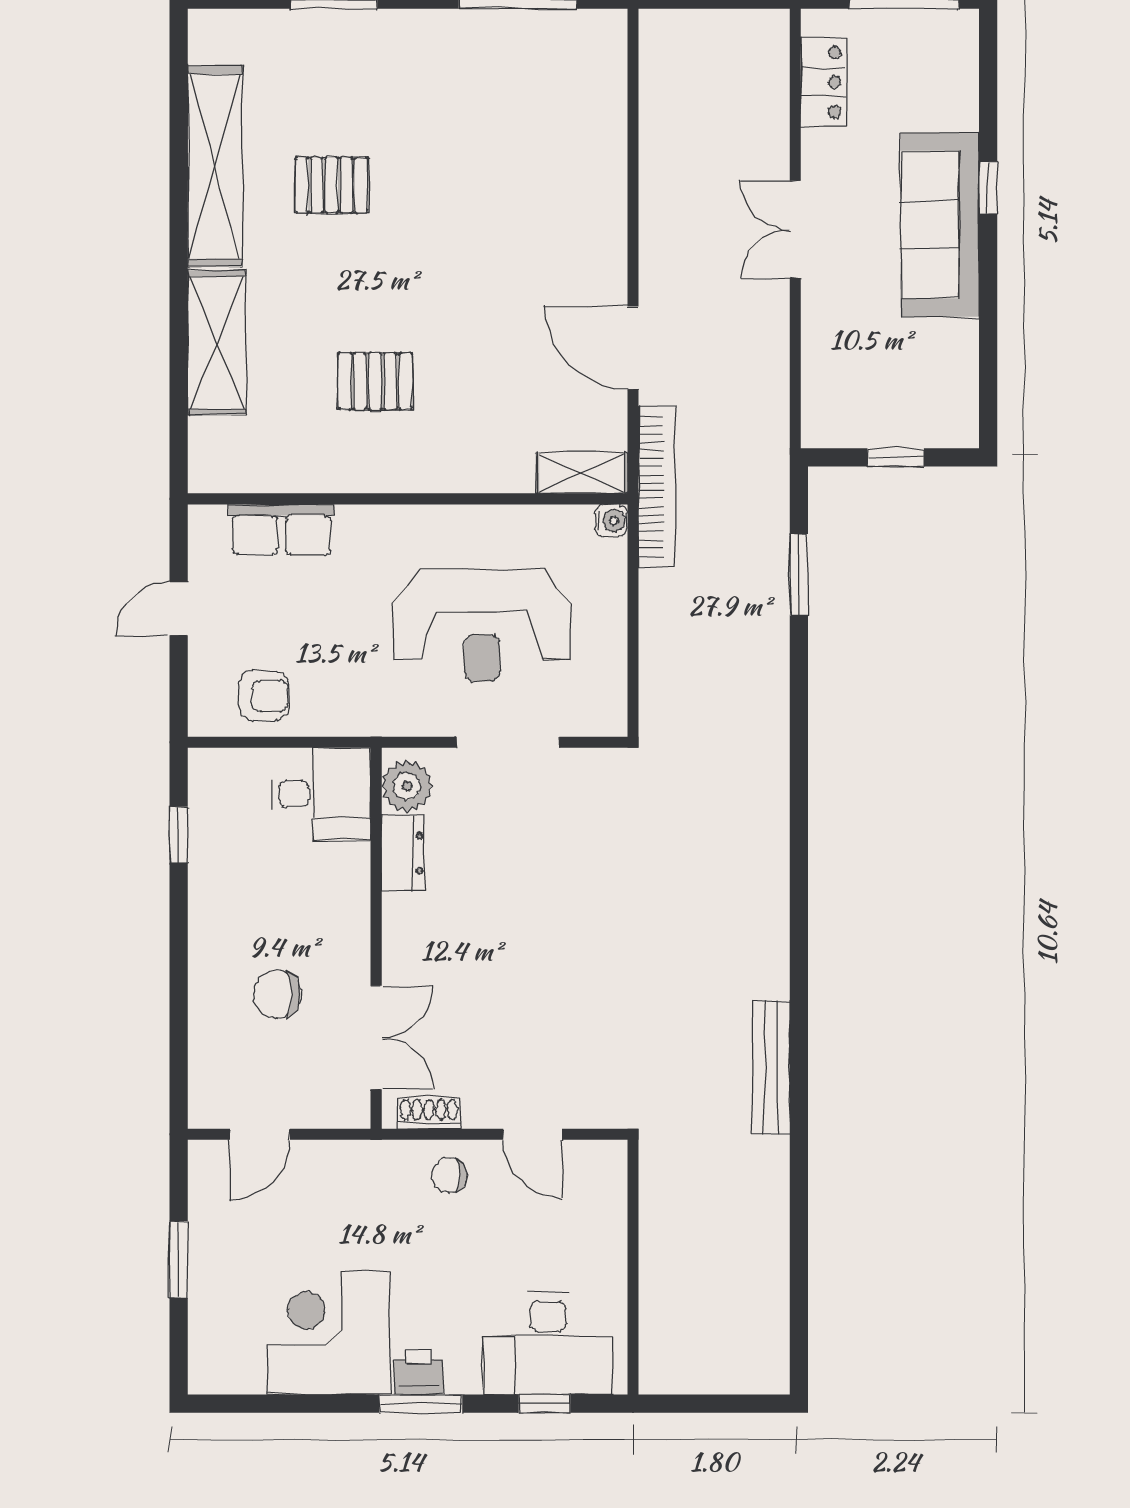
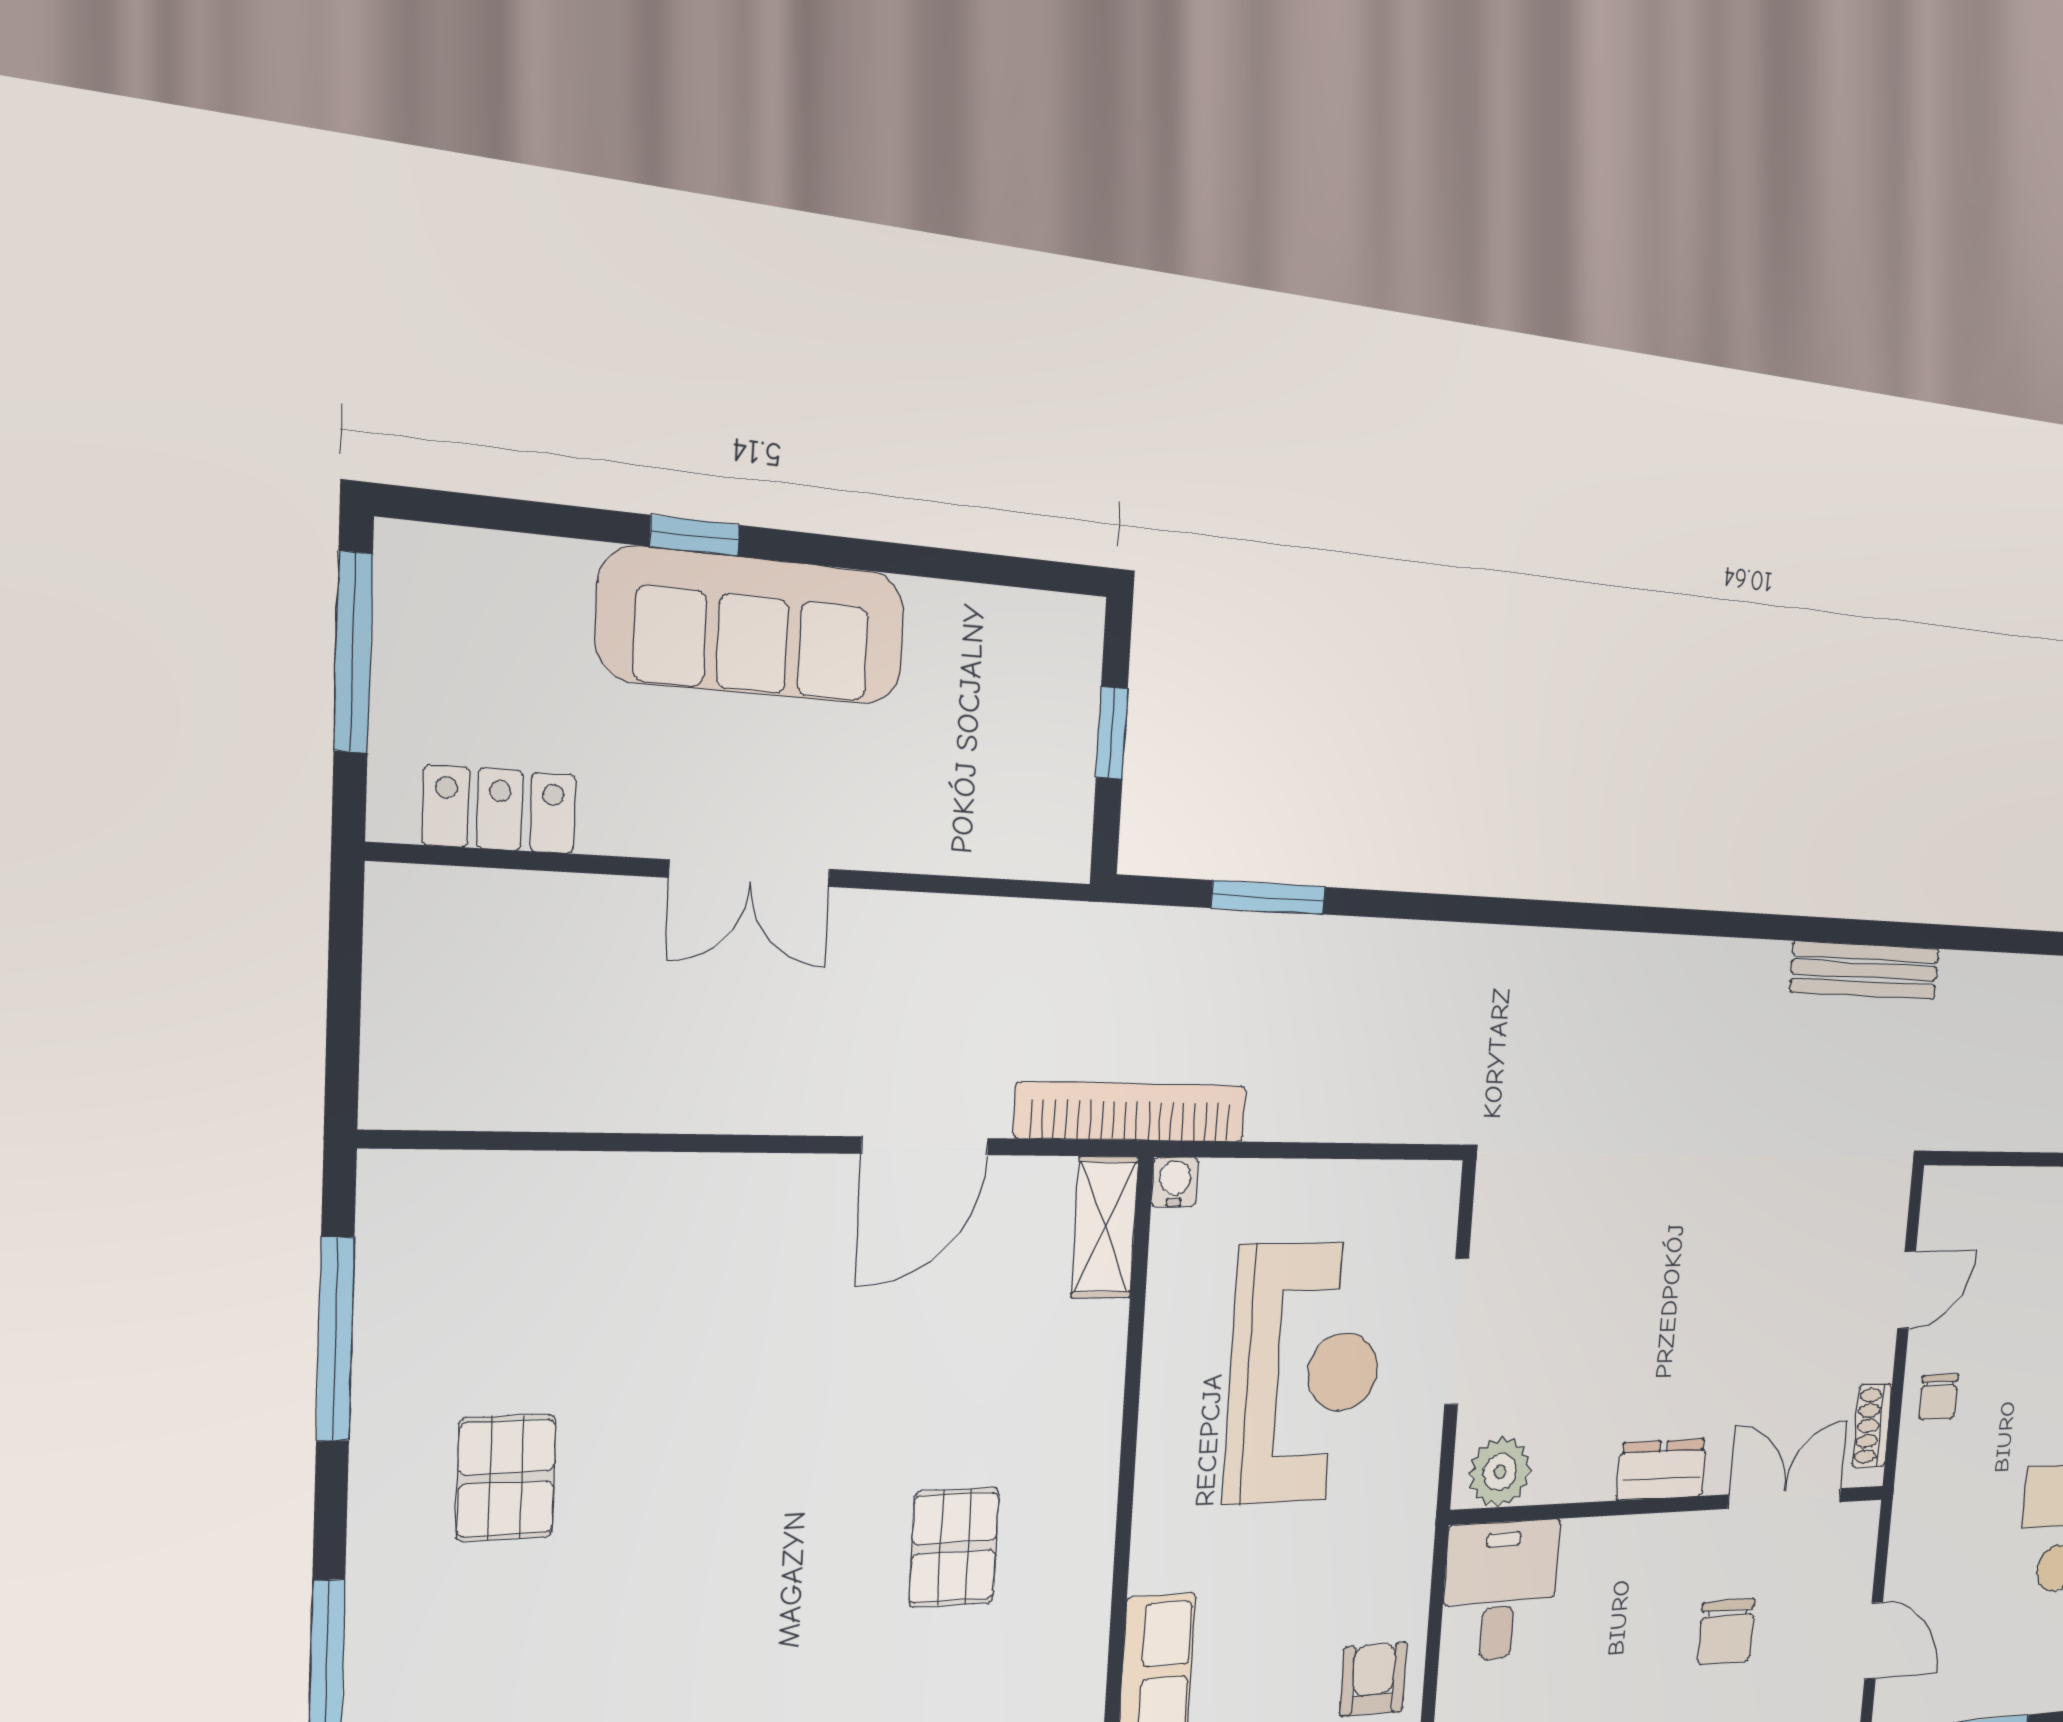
pallet: (332, 185) -> (506, 1478), moved
dresser: (403, 853) -> (1662, 1470), moved

